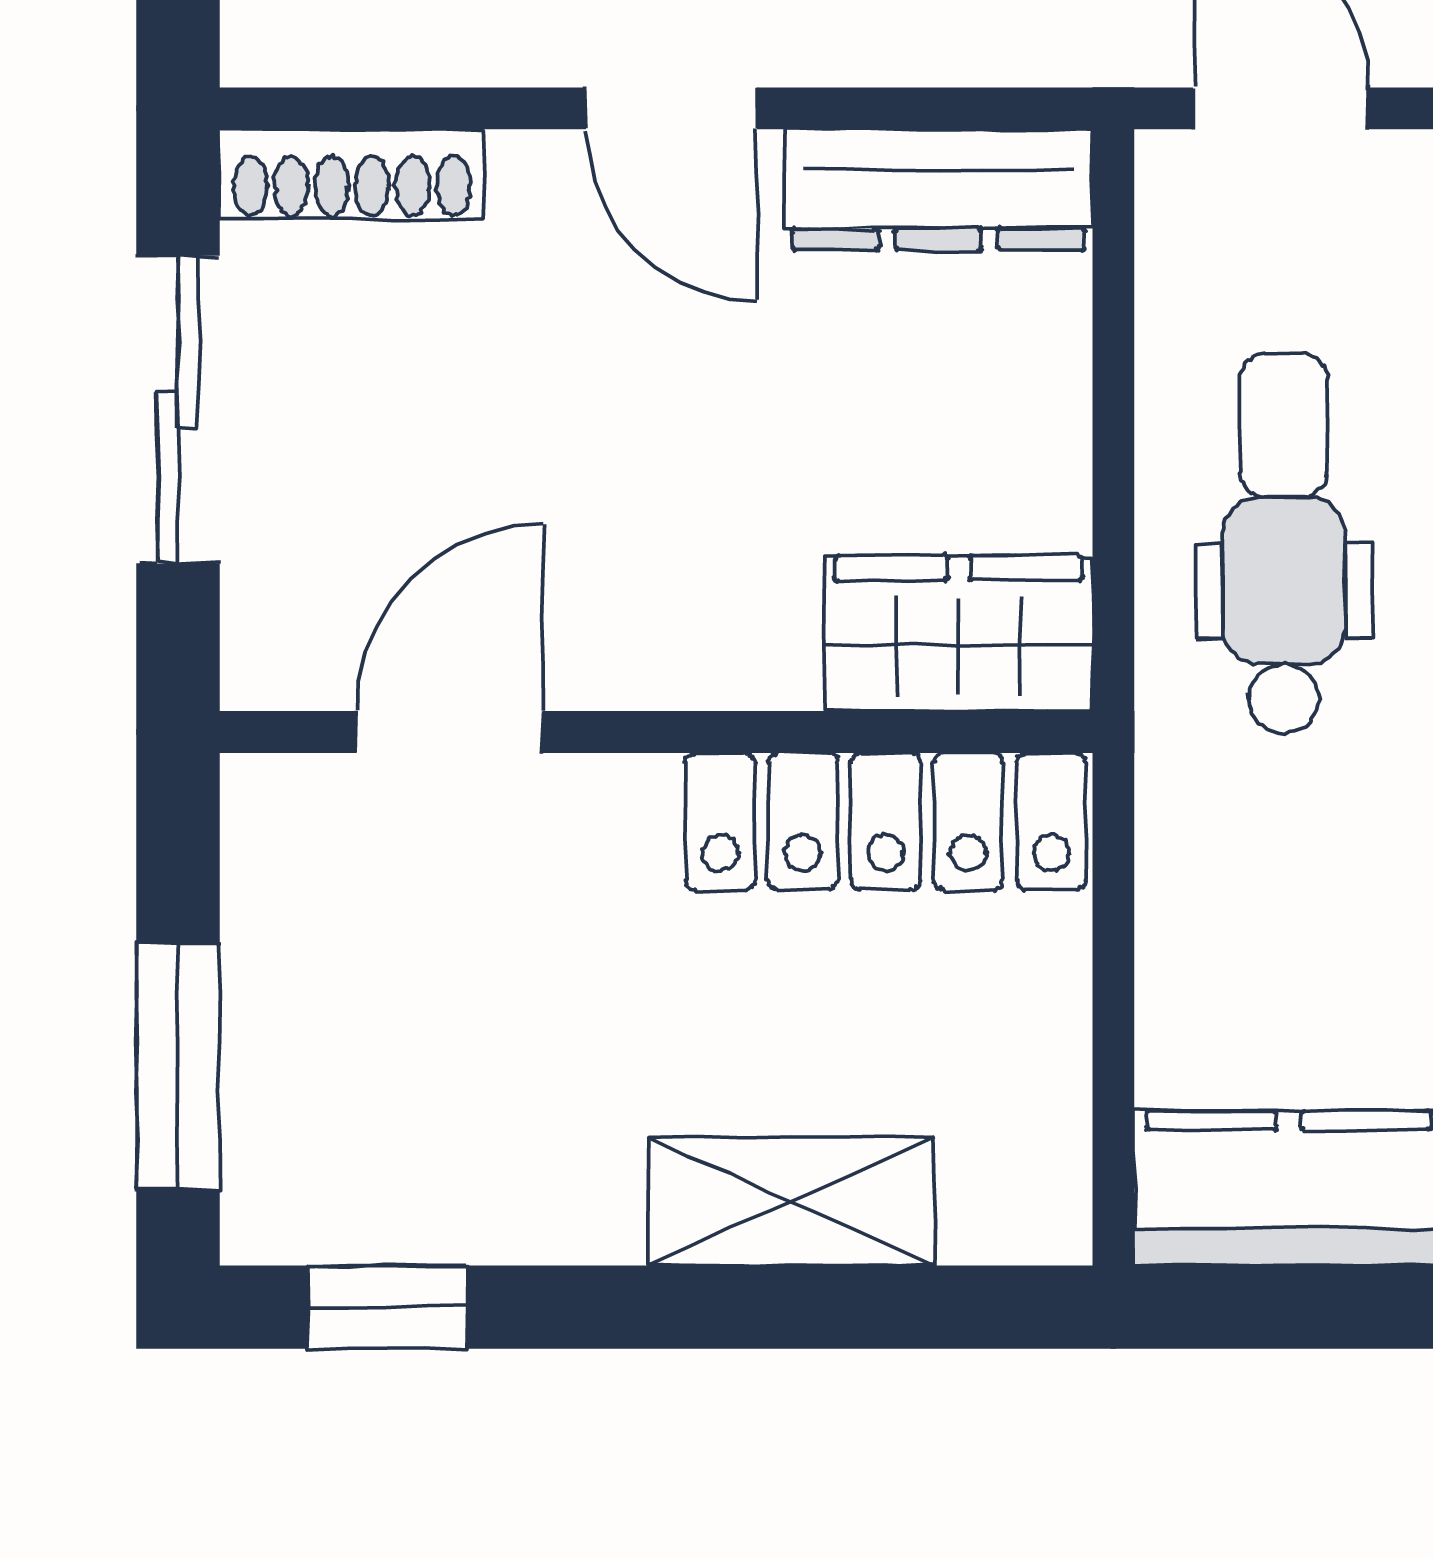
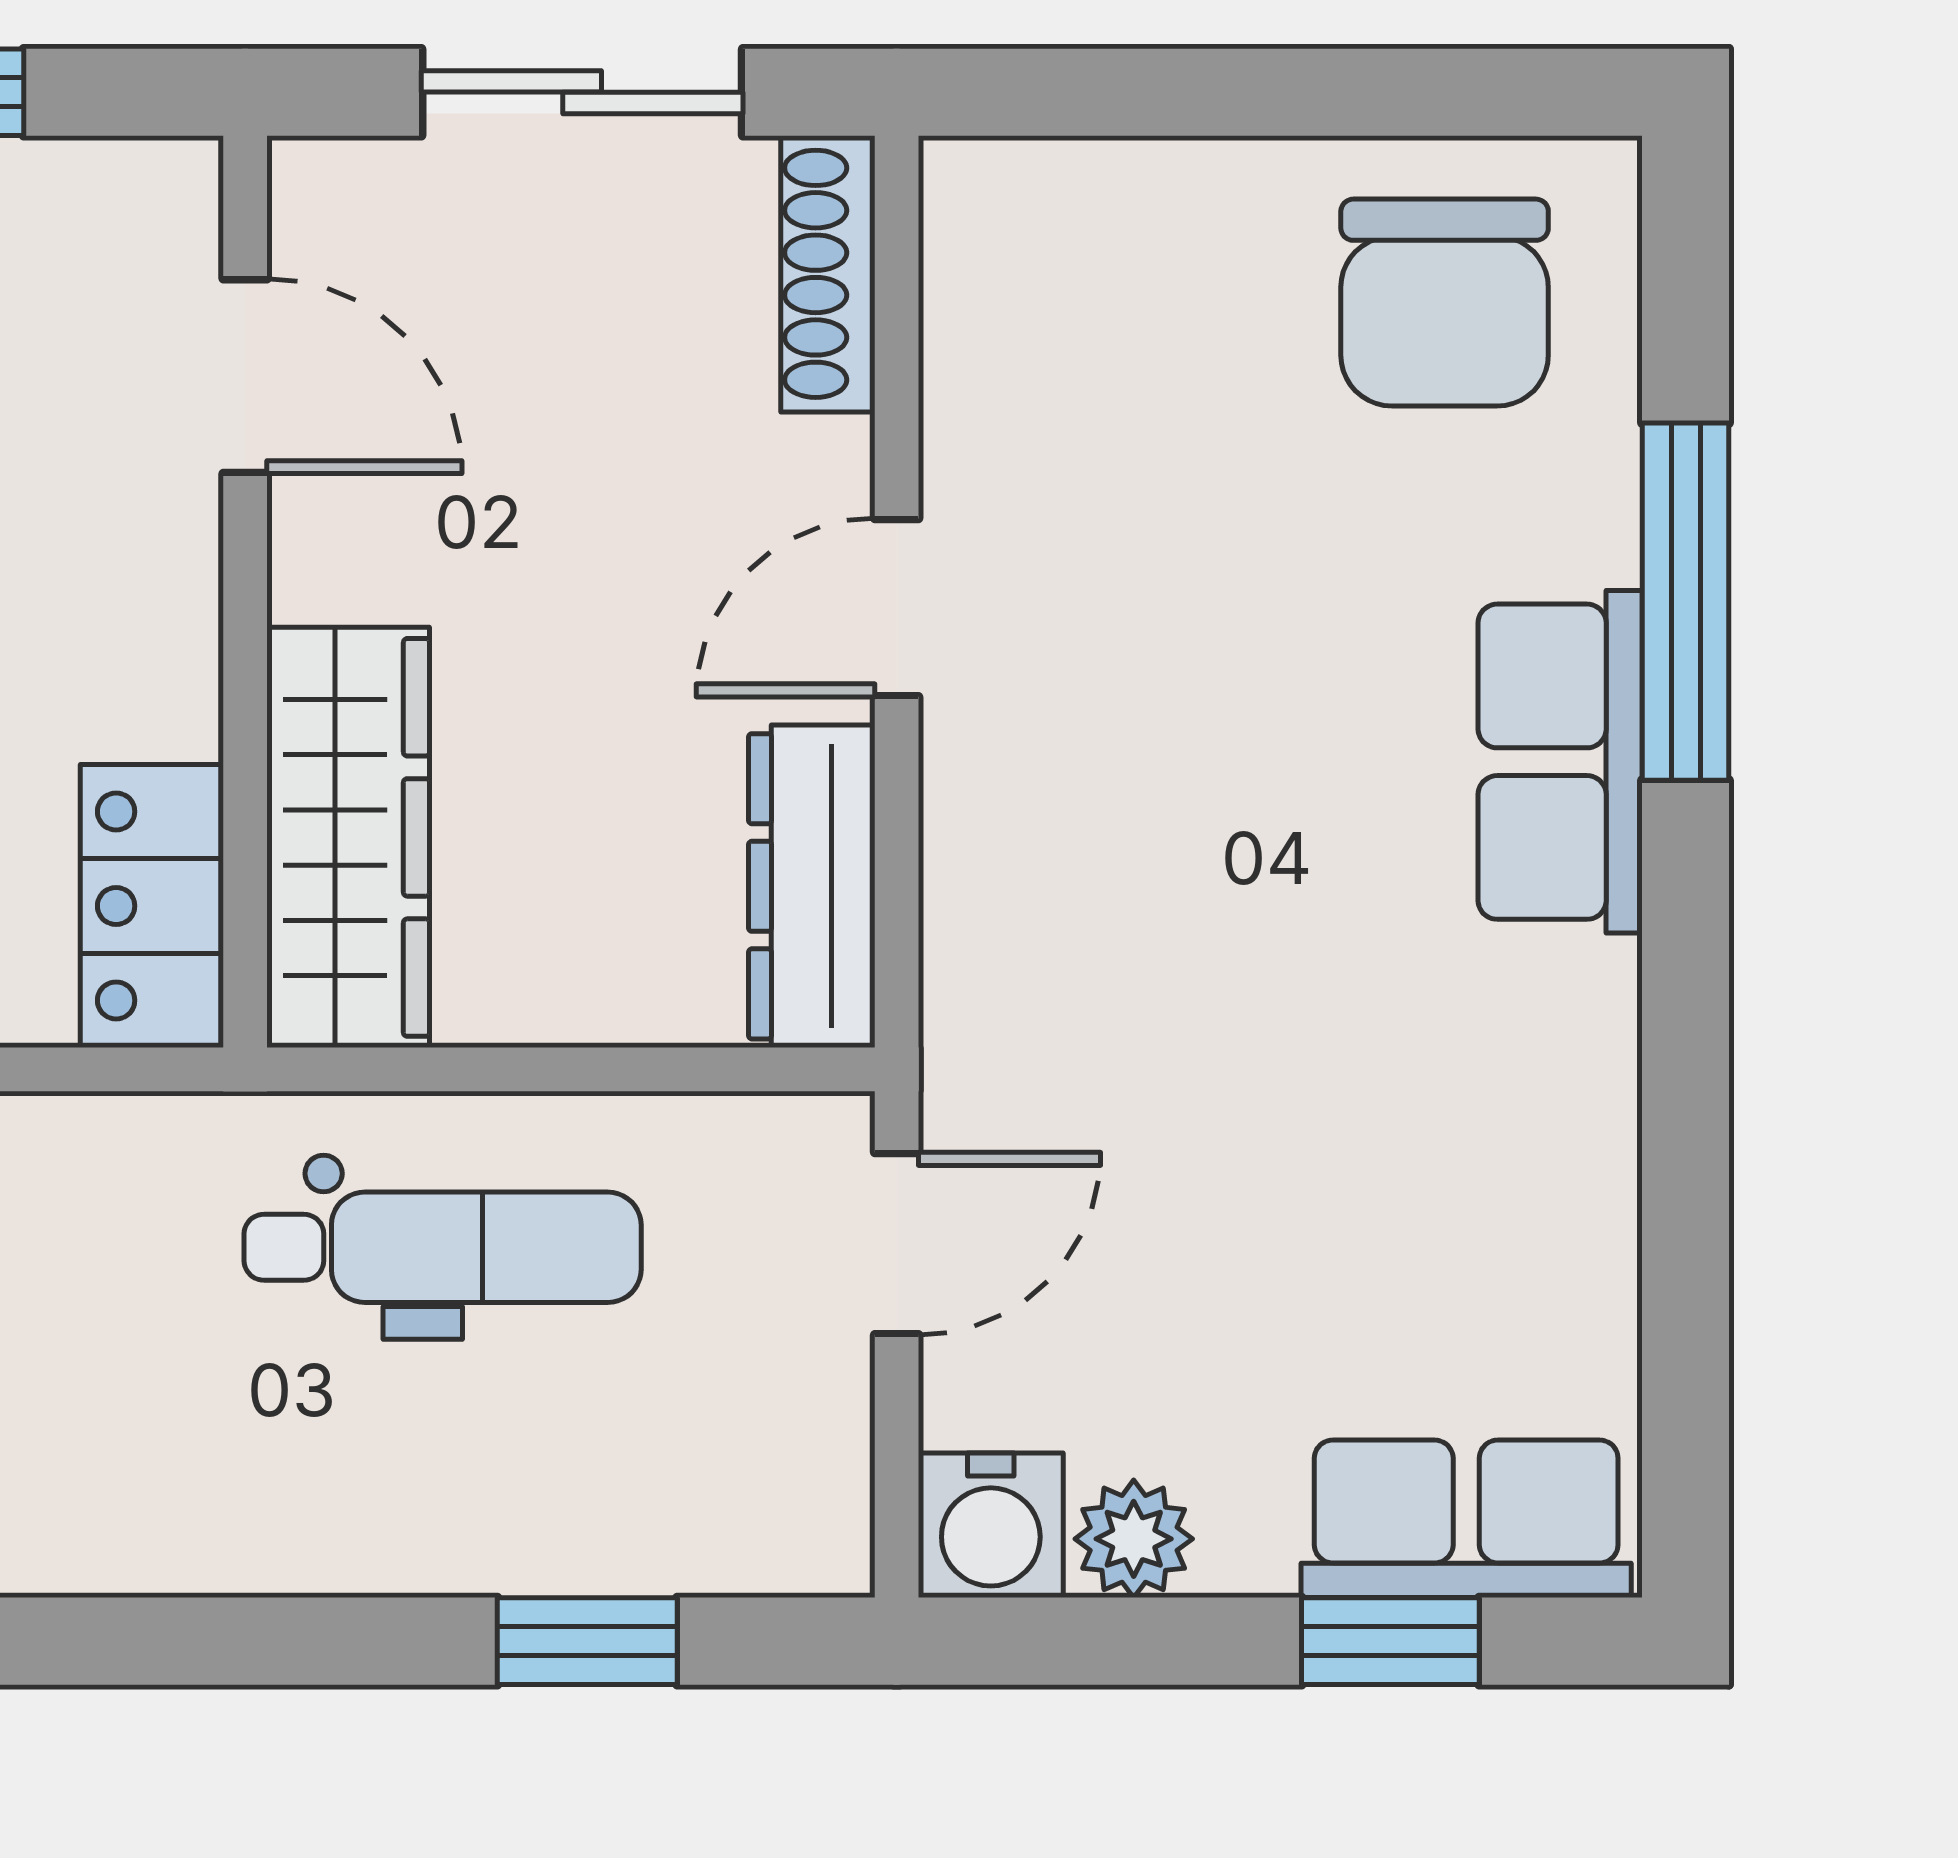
wardrobe: (958, 633) -> (348, 837), width x1.50
locker: (886, 821) -> (152, 906), width x0.66

